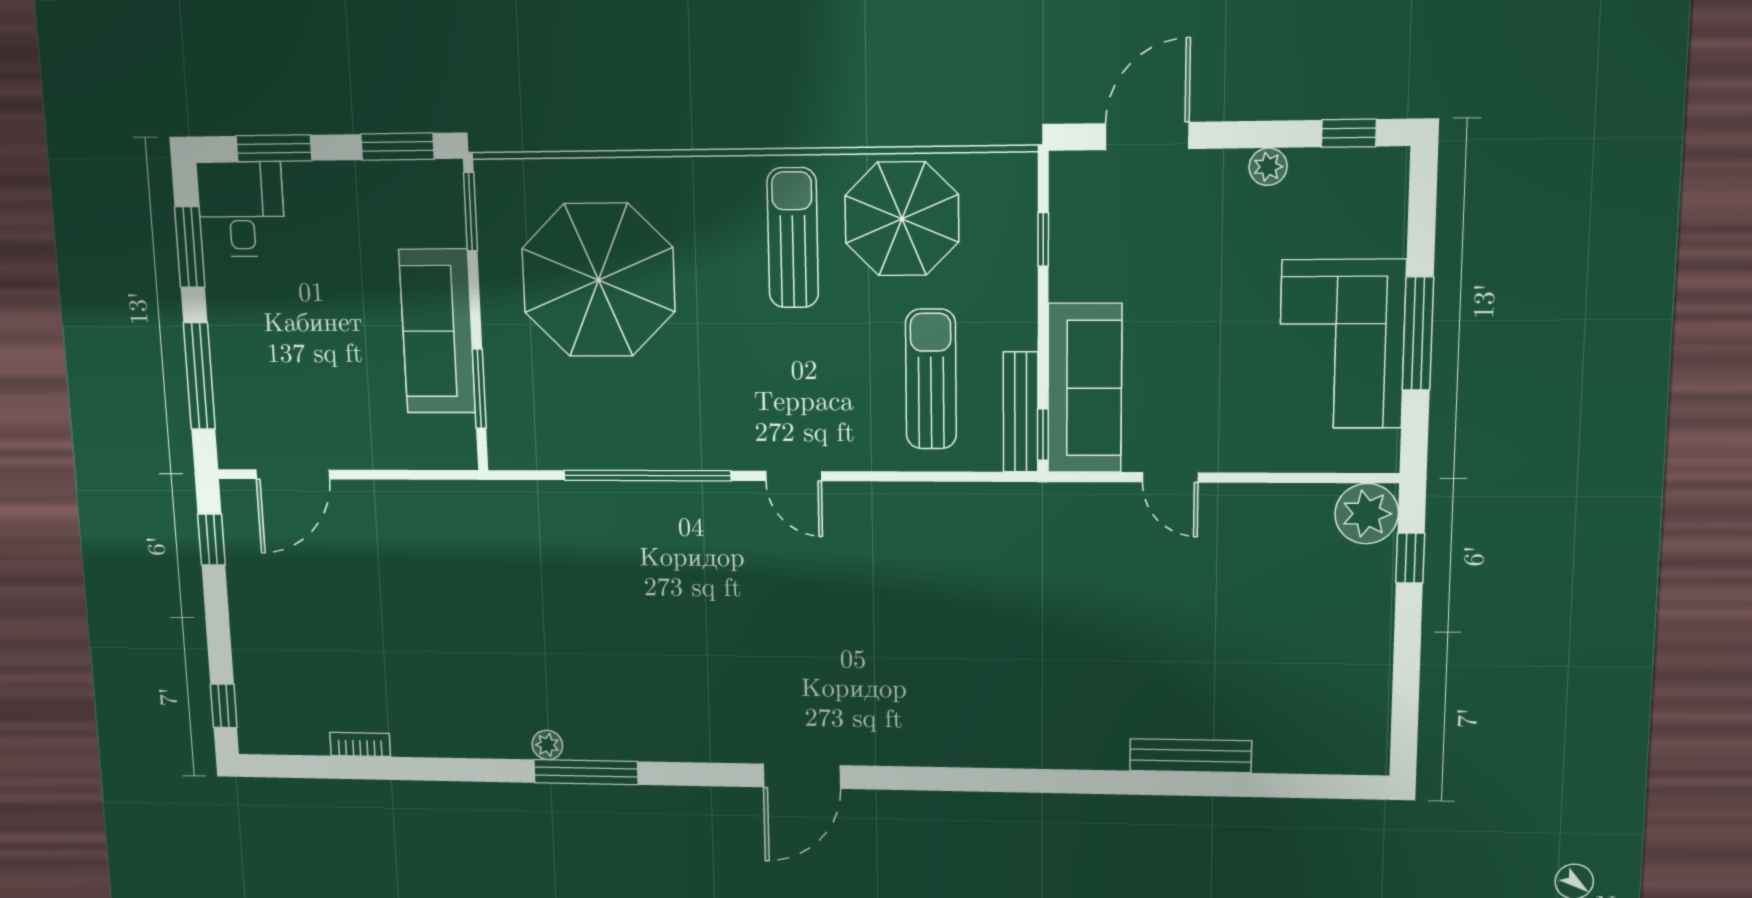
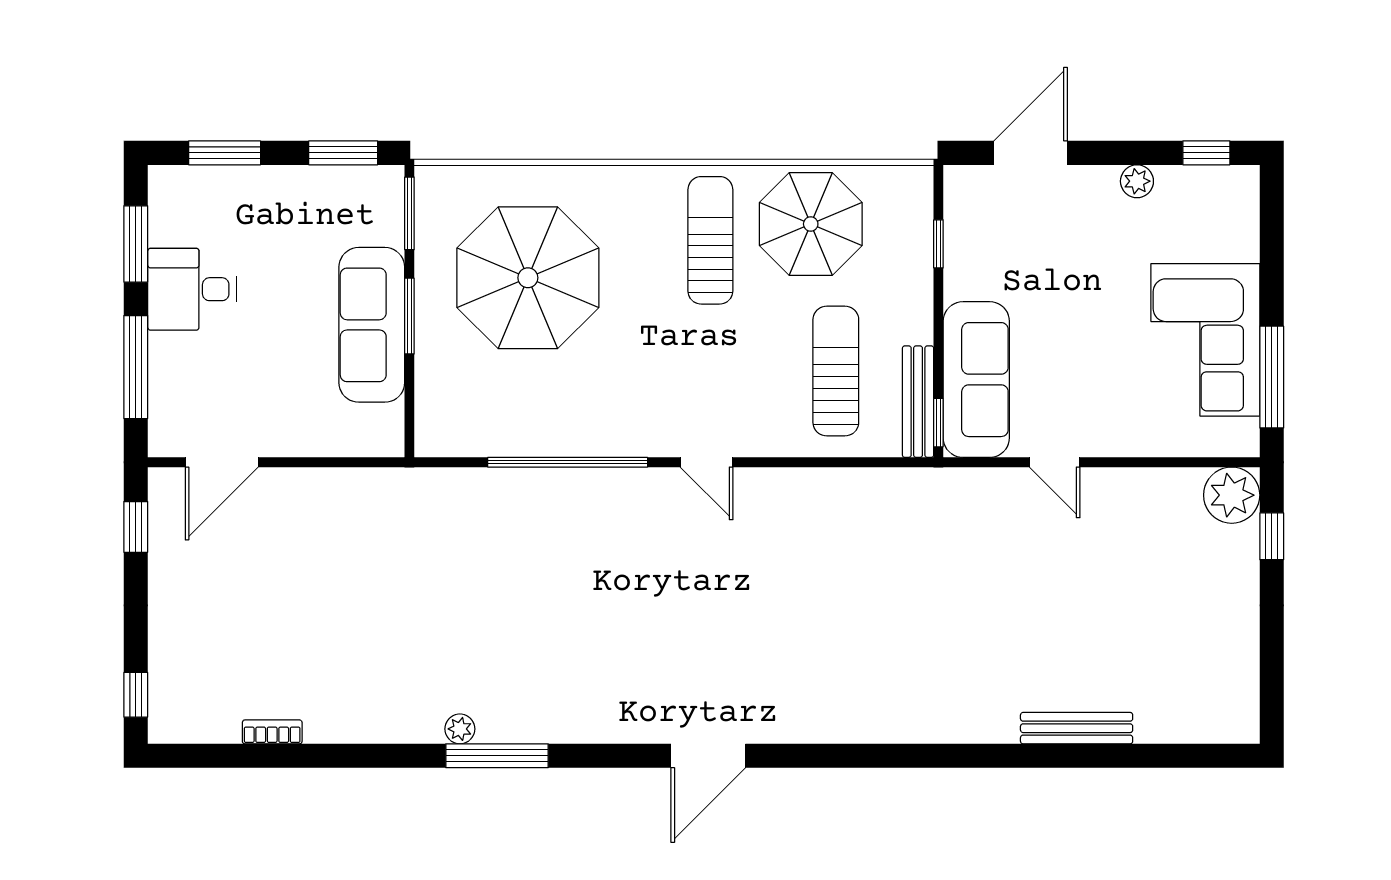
desk: (241, 209) -> (192, 289), moved, turned -90
window: (1418, 334) -> (1272, 377), moved
window: (479, 389) -> (409, 316), moved

